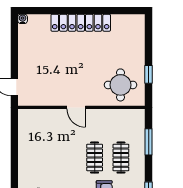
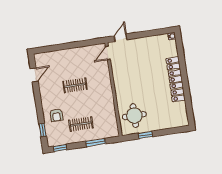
door: (76, 107) -> (108, 53), moved
clothes rail: (95, 158) -> (75, 85), moved

